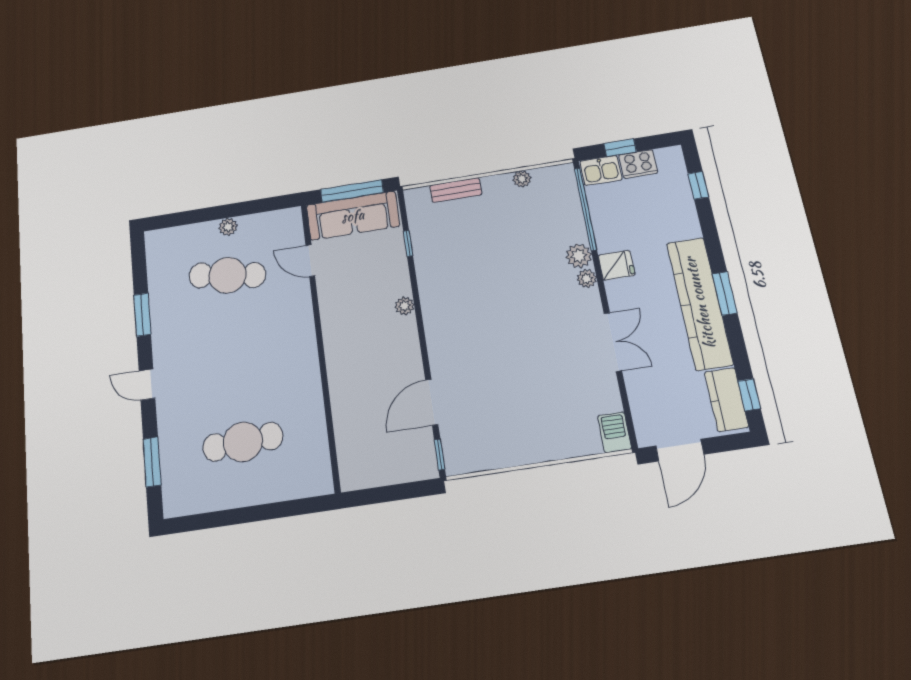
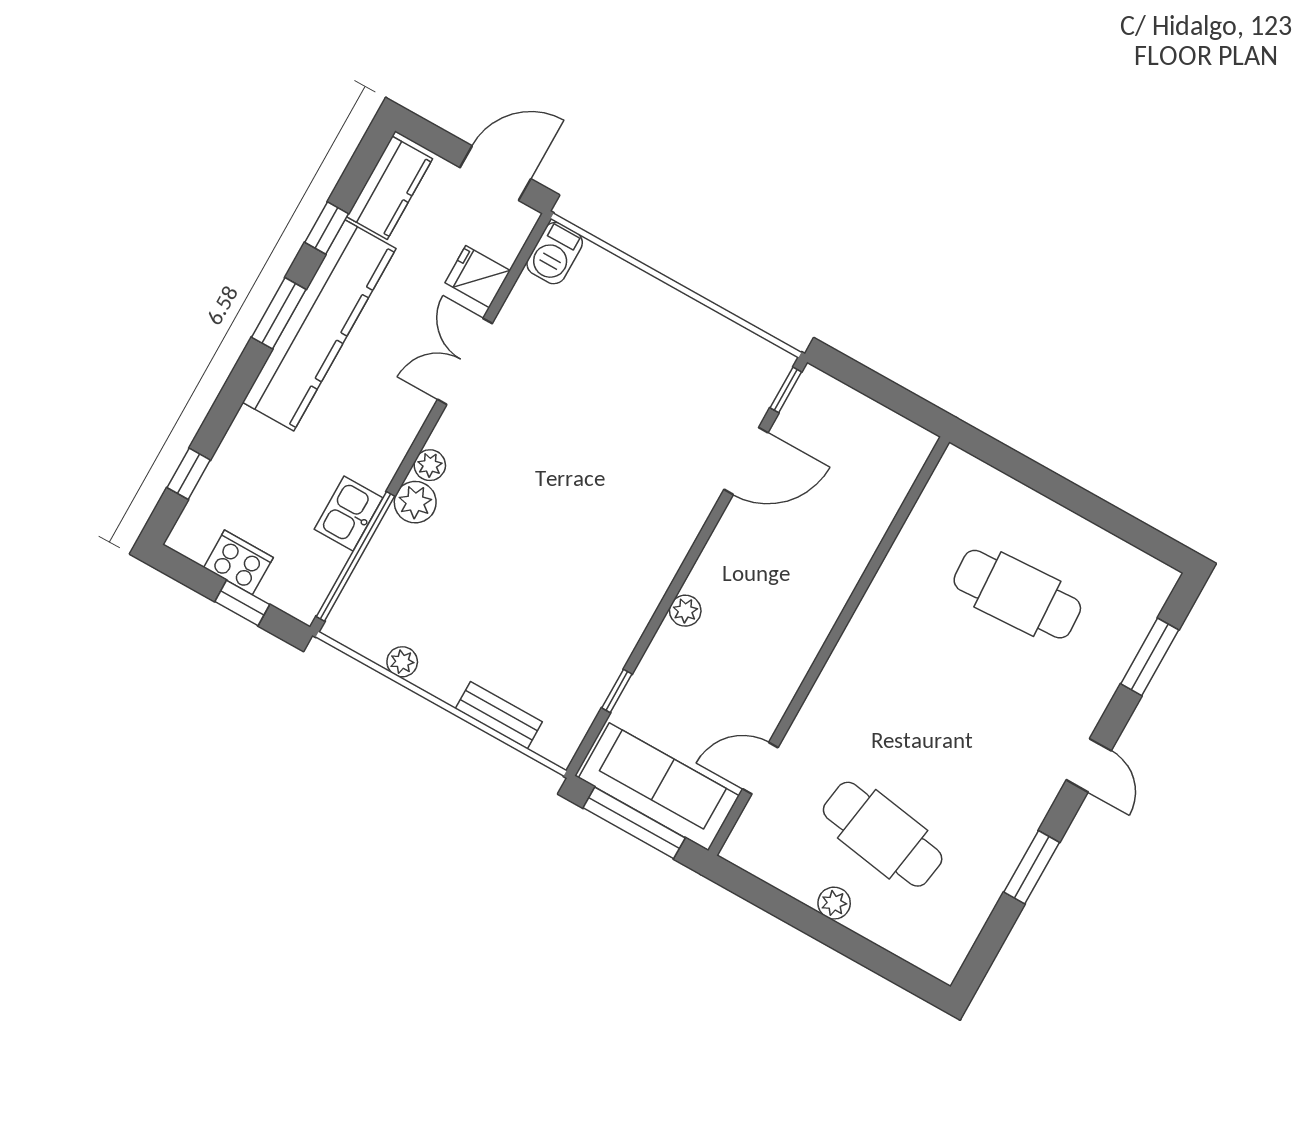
kitchen sink: (601, 170) -> (349, 513), moved, turned -90
door: (310, 261) -> (760, 768), swing flipped
fridge: (617, 265) -> (478, 277), moved
window: (749, 395) -> (327, 228), moved

